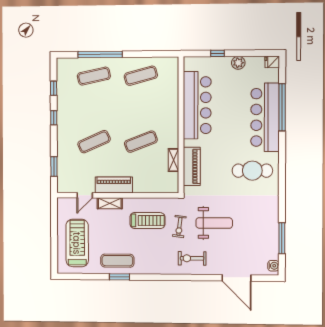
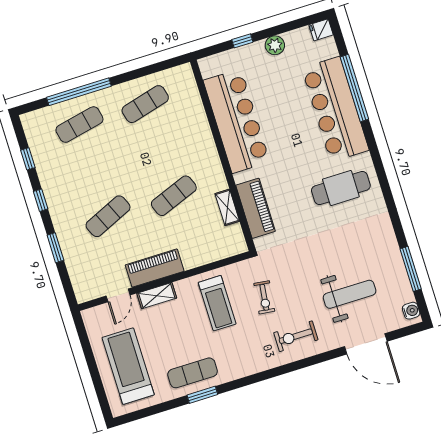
window: (54, 166) -> (55, 248), moved
treadmill: (147, 221) -> (217, 303), turned 90
weight bench: (214, 223) -> (350, 294), moved

